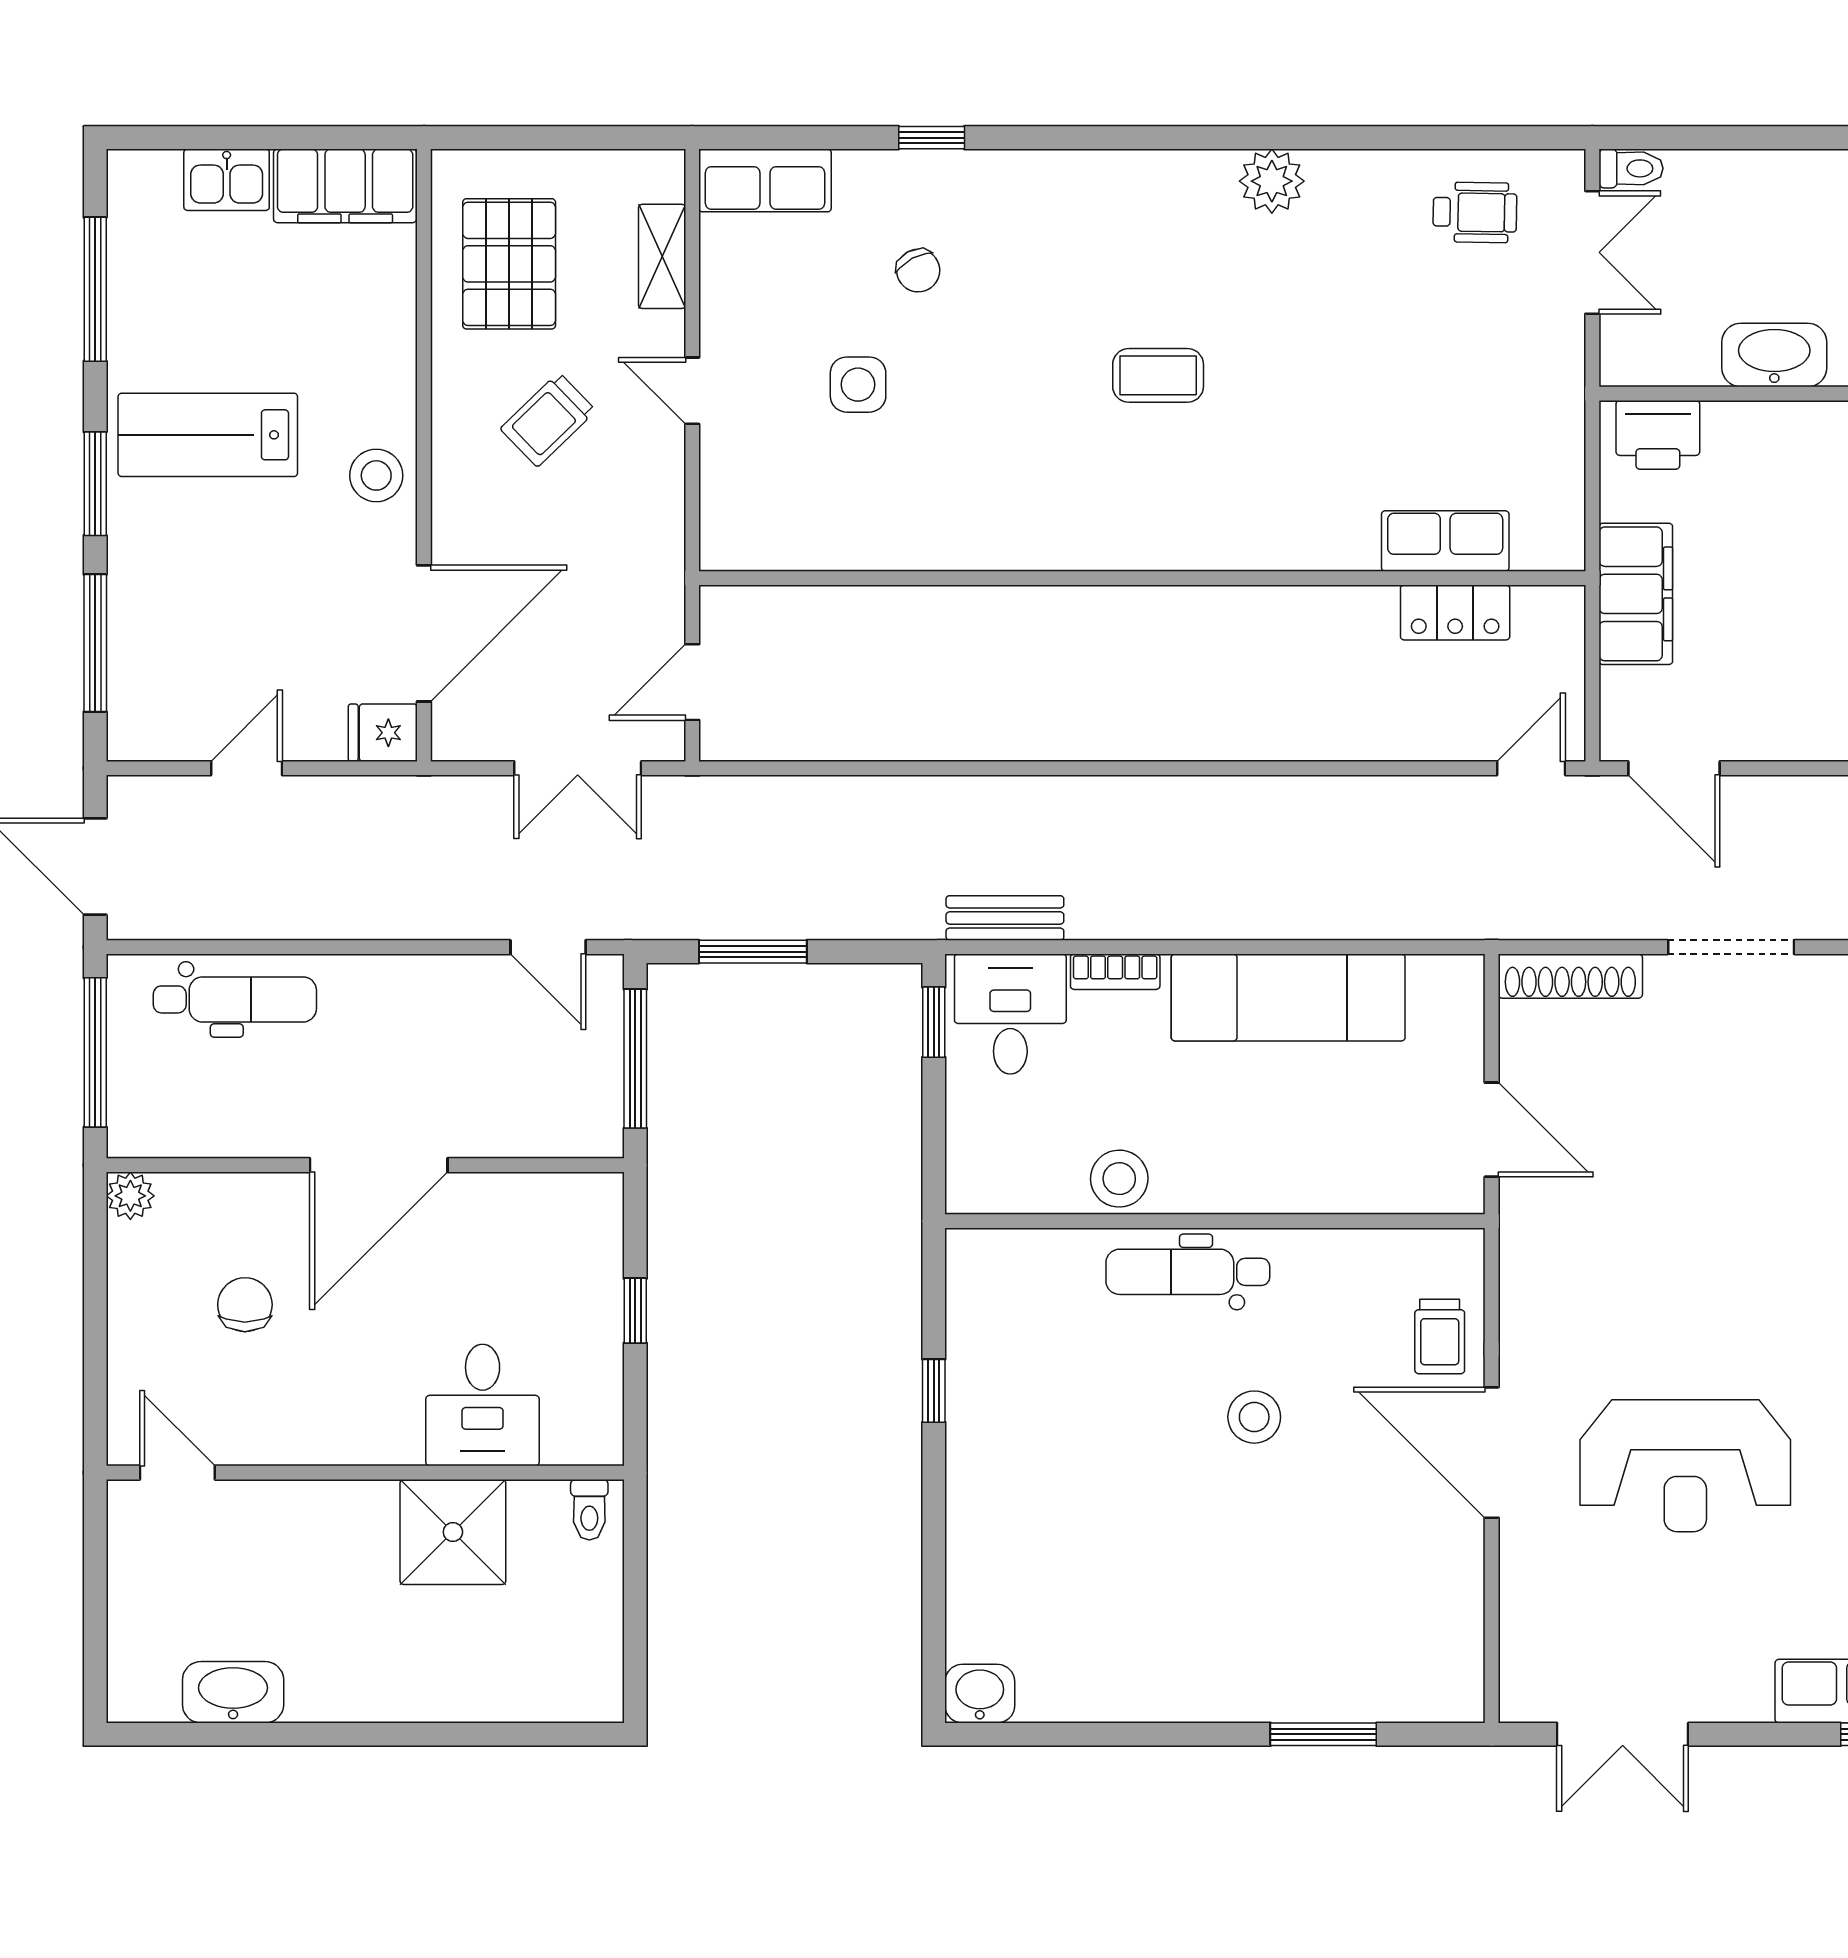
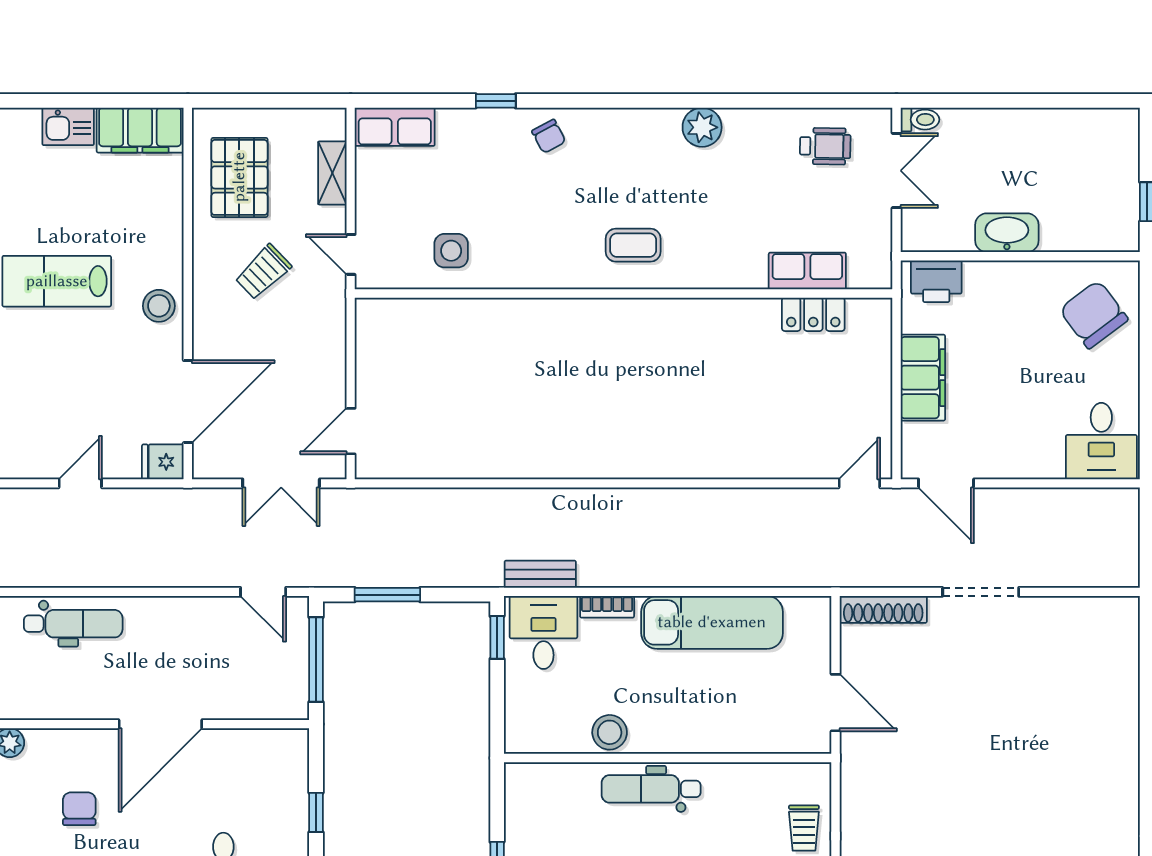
chair: (918, 271) -> (549, 136), moved
row of seats: (1445, 541) -> (807, 271), moved
wall: (1142, 578) -> (624, 293), moved
locker: (1455, 612) -> (813, 314), moved

